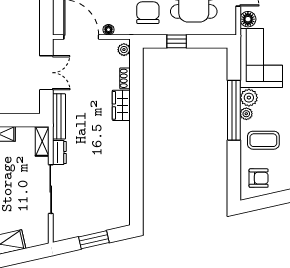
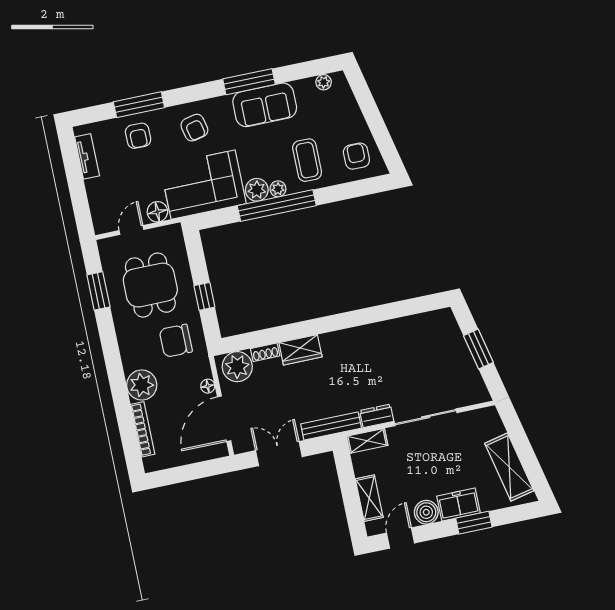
plant: (124, 50) -> (237, 367), width x1.87, depth x1.87

